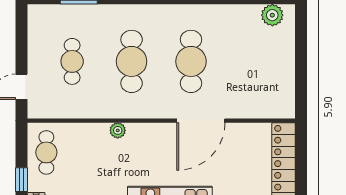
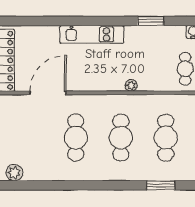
cafe table: (72, 61) -> (166, 138), width x1.37, depth x1.35
door: (201, 121) -> (48, 93), moved

